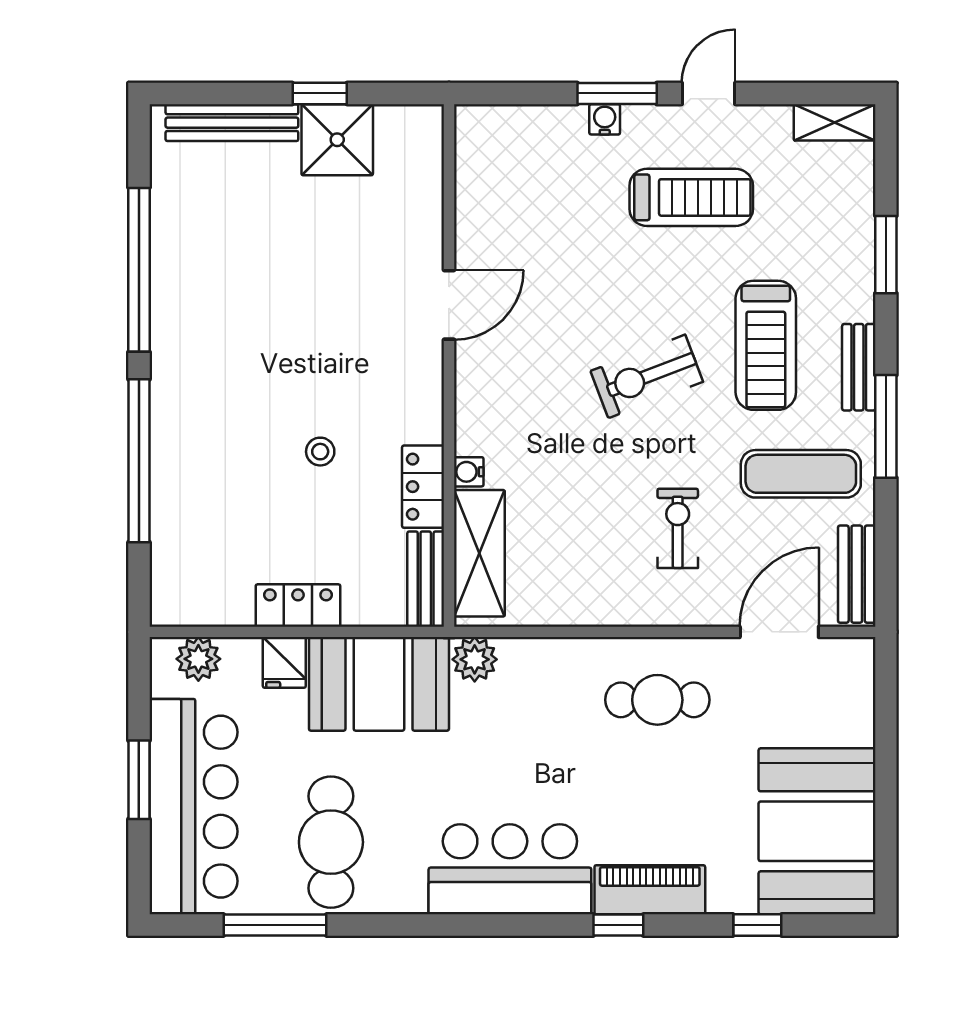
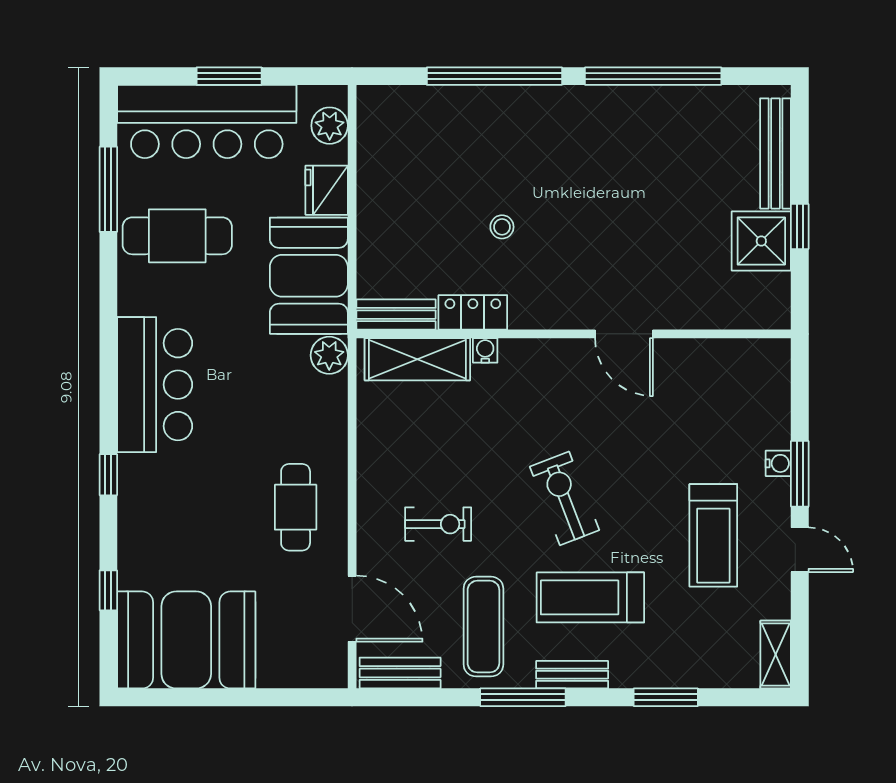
locker: (298, 605) -> (374, 208), removed
fridge: (284, 662) -> (327, 190), width x1.38
piano: (650, 890) -> (138, 501), removed

